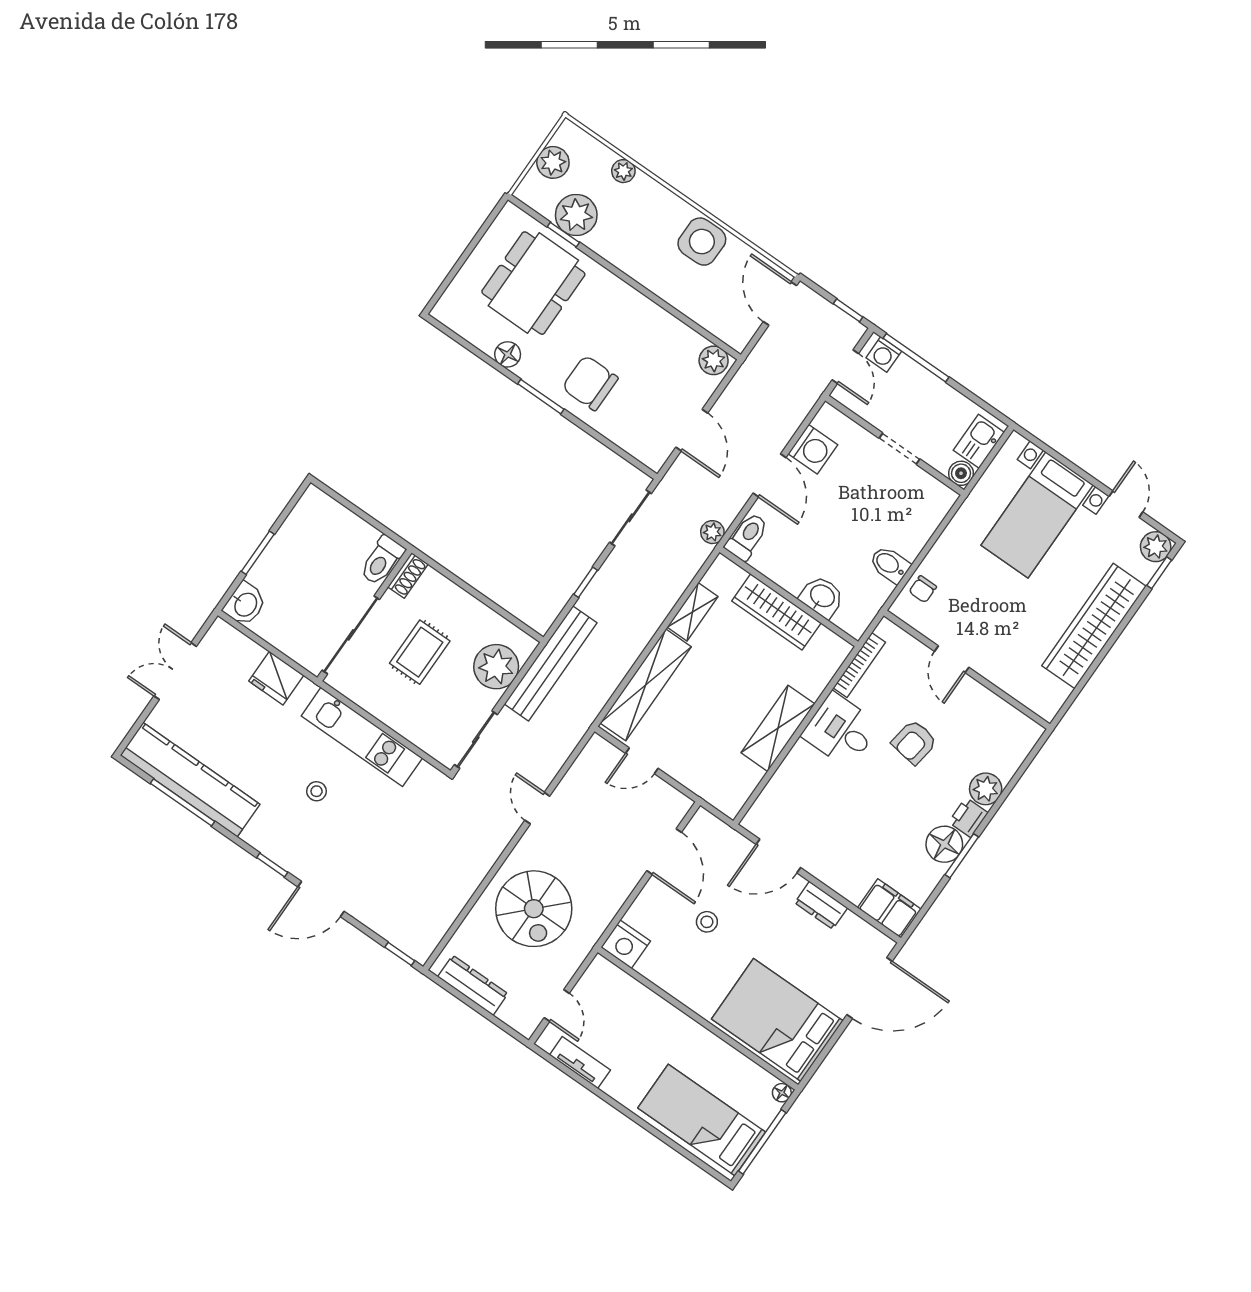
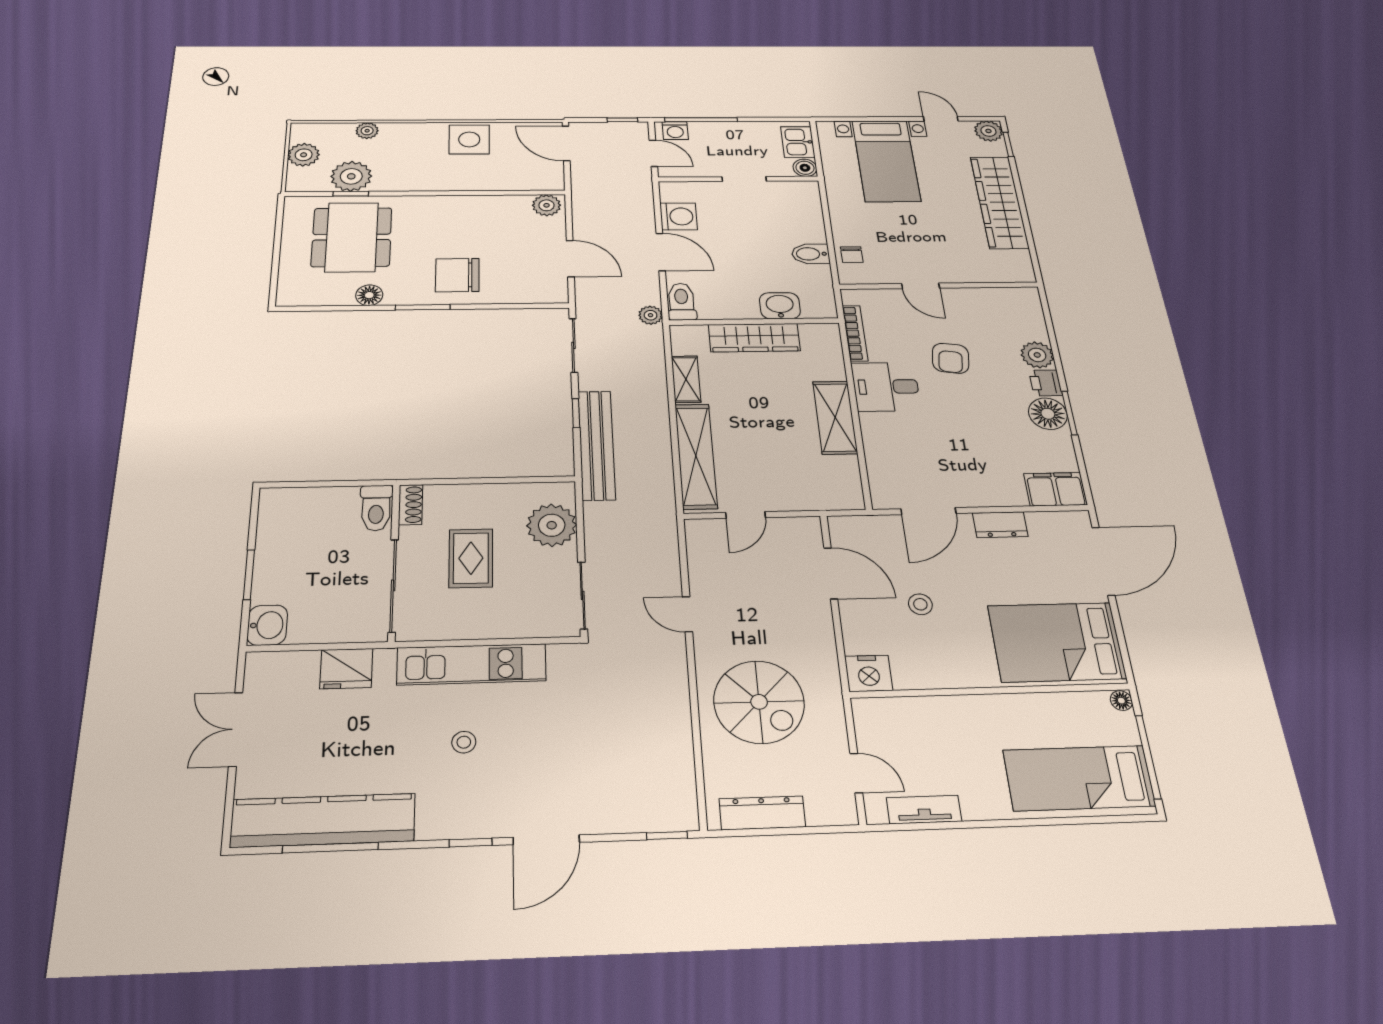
bench: (551, 663) -> (596, 445), moved

